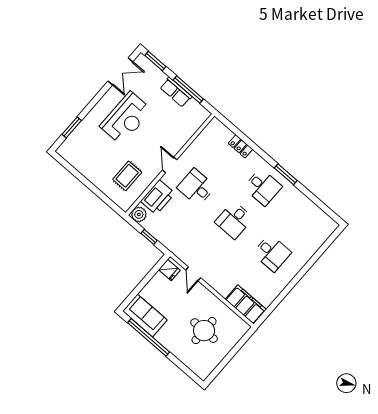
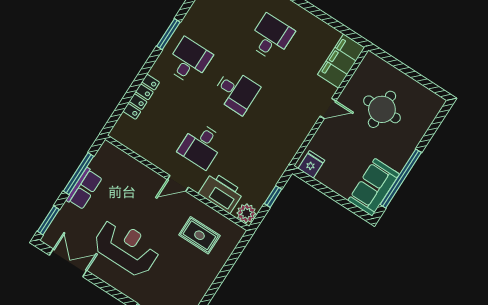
locker: (240, 146) -> (141, 97), width x1.53
door: (193, 274) -> (328, 109), moved

